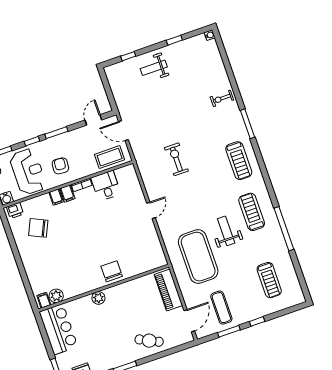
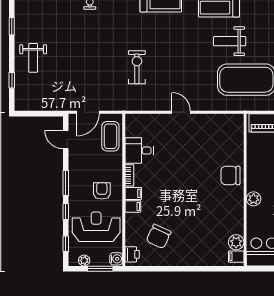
exercise bike: (176, 159) -> (137, 67), turned 90
armchair: (60, 166) -> (102, 191), turned 86

